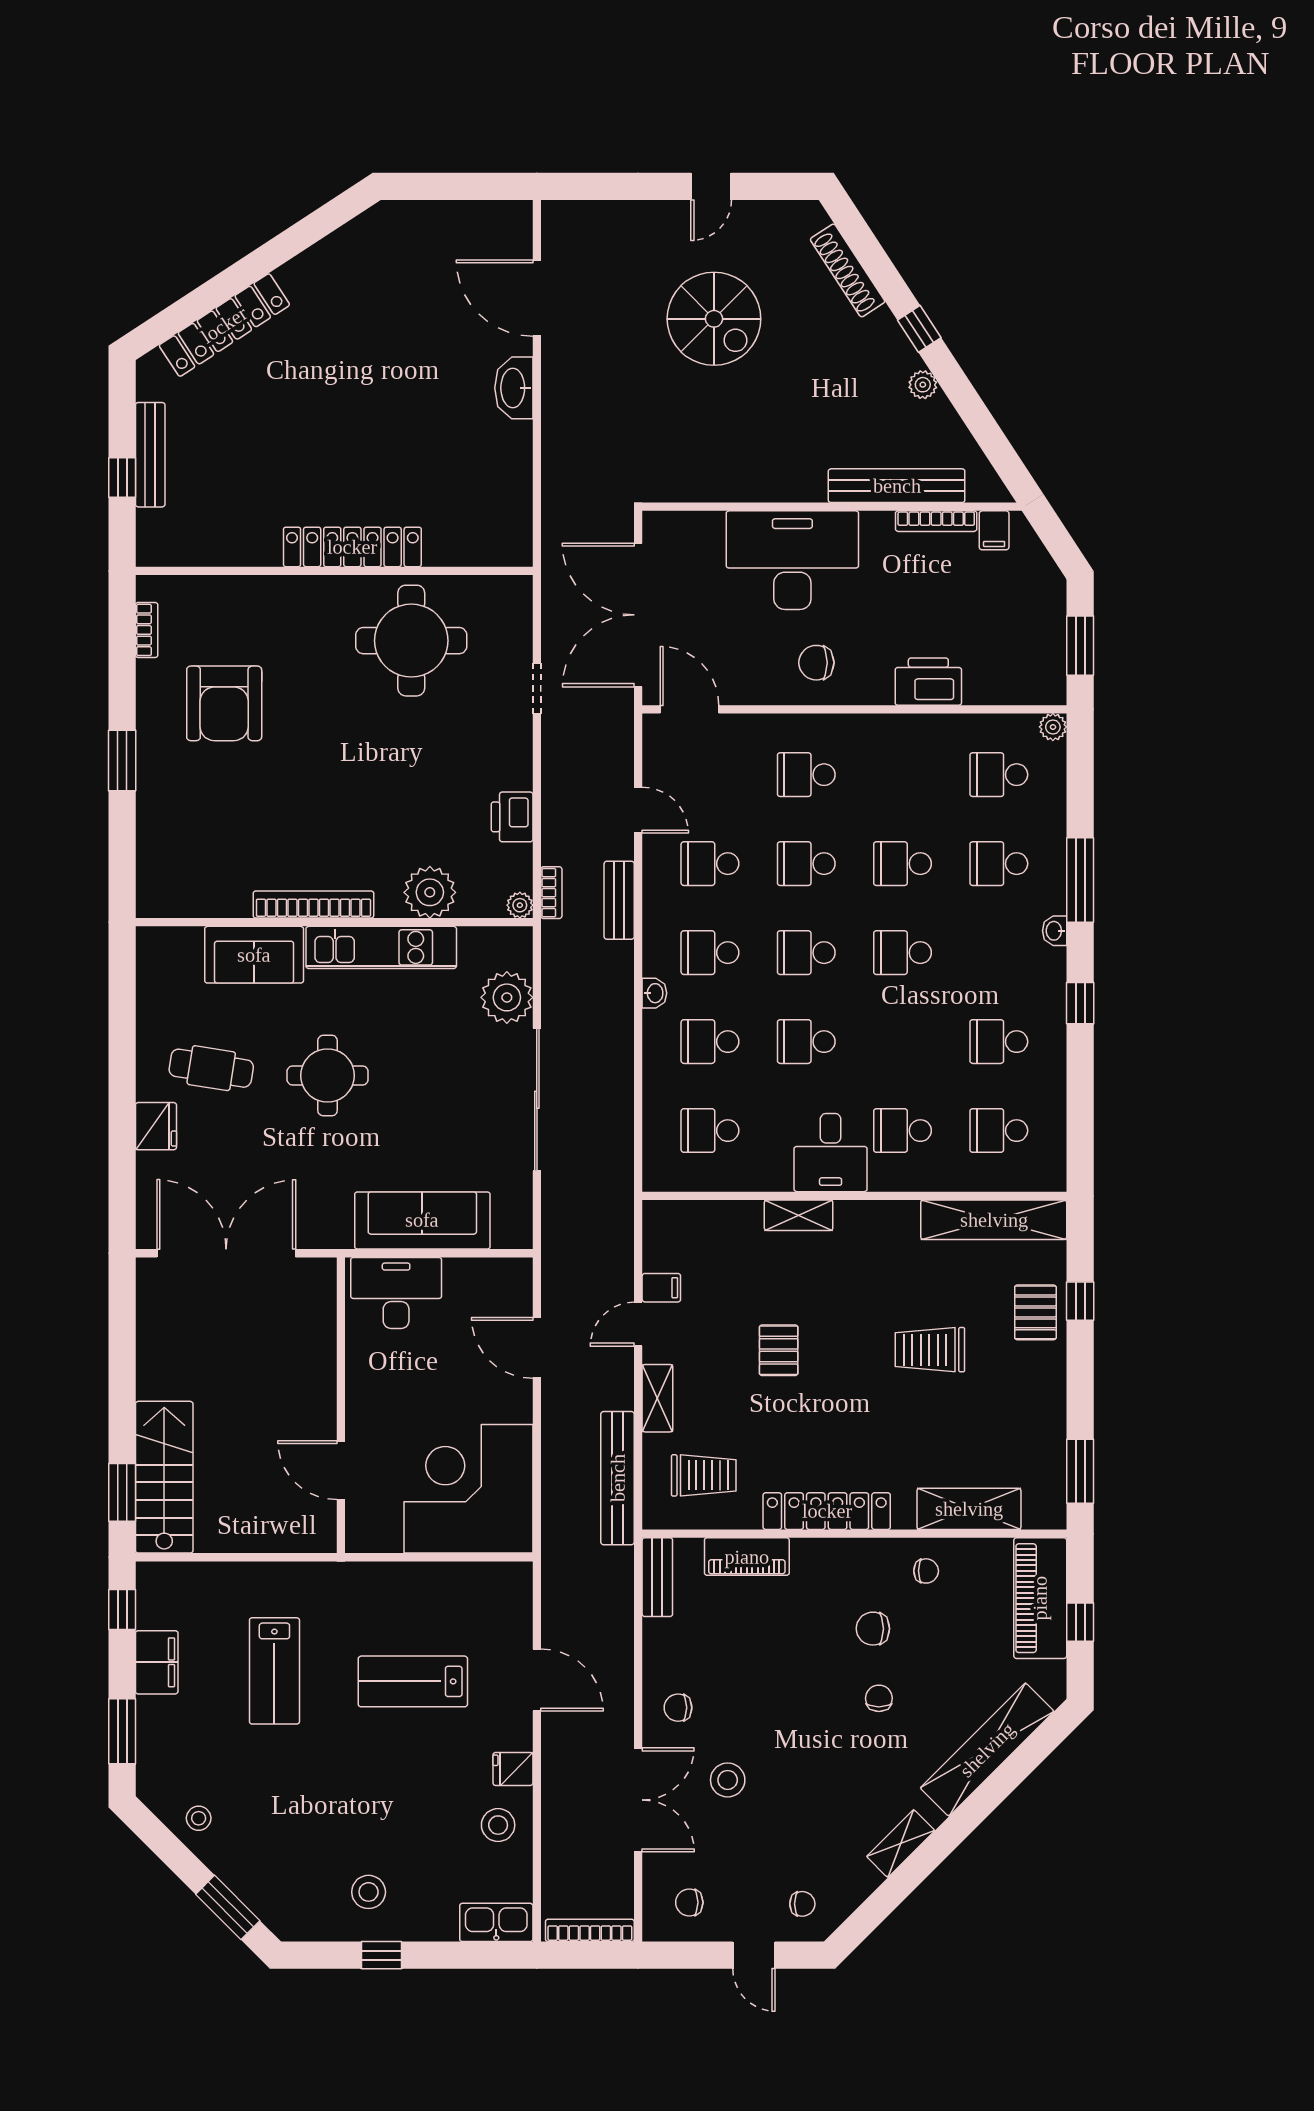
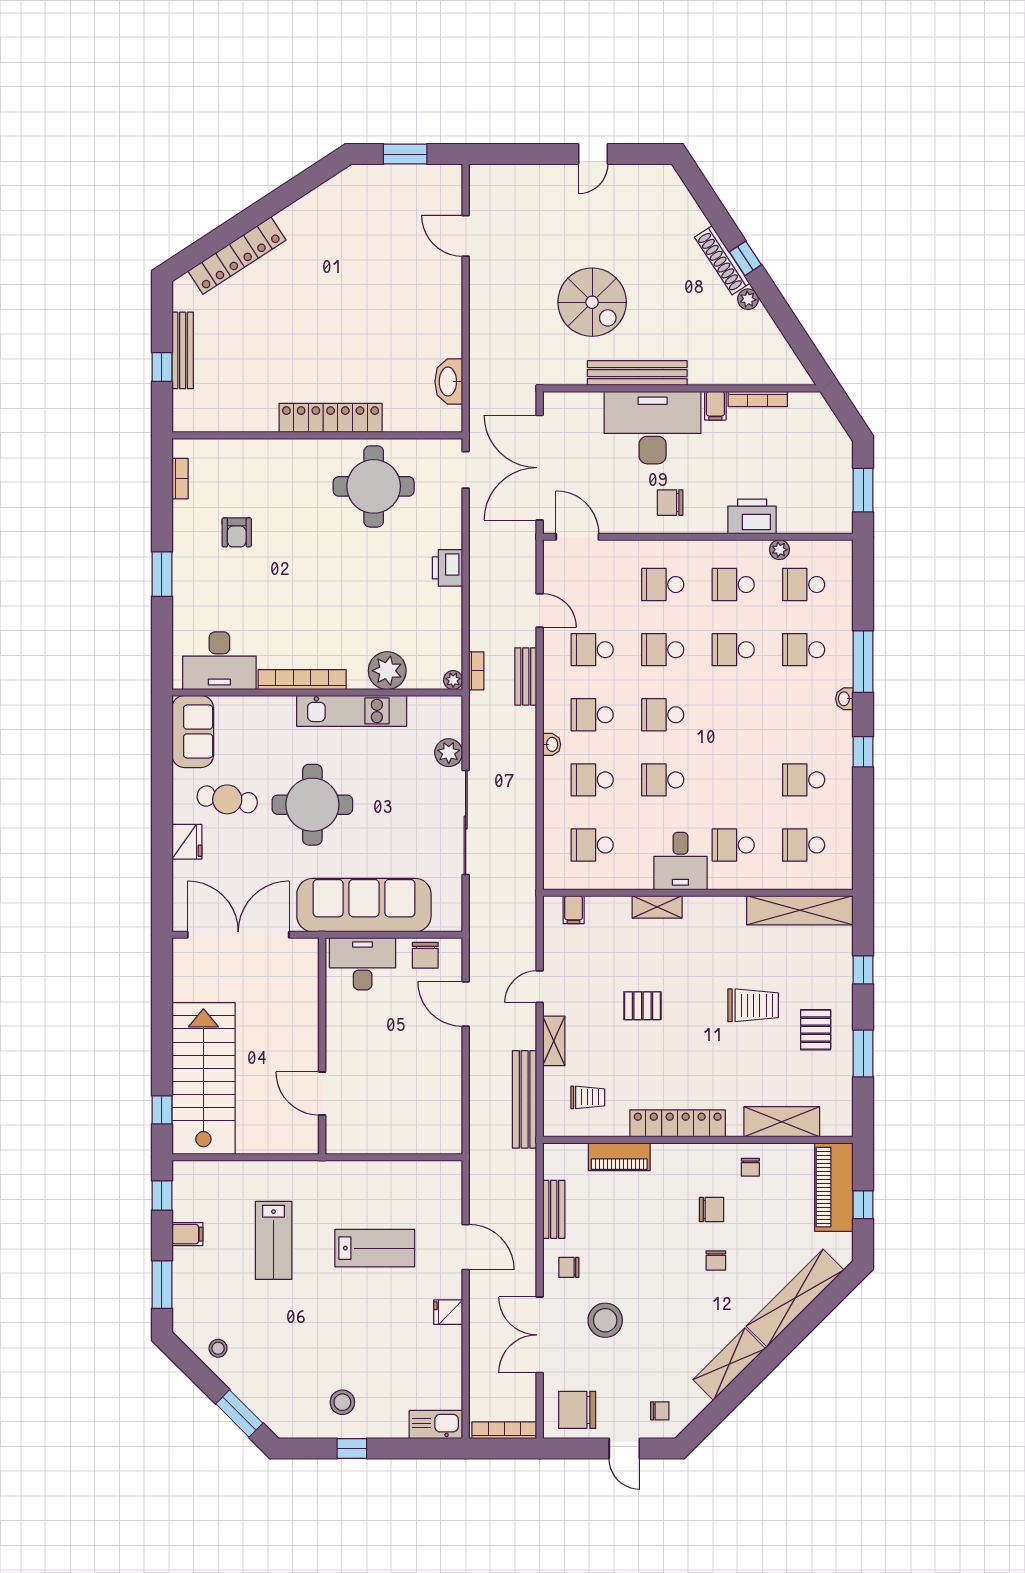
window: (454, 186) -> (405, 154), added
shoe rack: (848, 270) -> (722, 260), moved
door: (537, 298) -> (466, 236), width x0.73
spiral stairs: (714, 319) -> (592, 302), moved
washbasin: (514, 388) -> (449, 382), moved
bench: (897, 486) -> (637, 373), moved
filing cabinet: (994, 530) -> (715, 406), moved
doorway: (537, 689) -> (466, 470), moved
armchair: (224, 703) -> (237, 532), width x0.53, depth x0.53
plant: (1053, 727) -> (779, 550), moved
printer: (512, 817) -> (447, 568), moved
desk: (200, 879) -> (219, 661), added
school desk: (903, 953) -> (733, 585), moved
sofa: (254, 955) -> (193, 732), moved, turned -90
plant: (507, 997) -> (449, 753), width x0.73, depth x0.73
round table: (328, 1076) -> (312, 805), width x1.36, depth x1.36
sofa: (422, 1220) -> (364, 905), width x1.36, depth x1.27
chair: (482, 1281) -> (425, 955), added
filing cabinet: (661, 1288) -> (574, 910), moved, turned 90
pallet: (1035, 1312) -> (816, 1030), moved
pallet: (779, 1350) -> (642, 1006), turned 90
trolley: (930, 1350) -> (753, 1005), turned 180
window: (1080, 1471) -> (863, 1054), moved
trolley: (704, 1475) -> (588, 1097), width x0.73, depth x0.72
stairs: (164, 1477) -> (203, 1078), width x1.36, depth x1.51
corner desk: (468, 1489) -> (415, 1107), removed
window: (122, 1492) -> (162, 1110), width x0.67
chair: (926, 1571) -> (750, 1167), turned 90
bench: (657, 1577) -> (554, 1209), moved
chair: (873, 1629) -> (711, 1209), turned 180
filing cabinet: (157, 1662) -> (187, 1234), width x0.50
lab bench: (413, 1681) -> (375, 1248), turned 180
chair: (879, 1698) -> (716, 1260), turned 180
stool: (728, 1780) -> (605, 1320), width x1.38, depth x1.38
double door: (638, 1800) -> (540, 1335), swing flipped
stool: (498, 1825) -> (437, 1353), removed
shelving: (901, 1844) -> (729, 1364), width x1.50, depth x1.33
chair: (689, 1902) -> (577, 1410), width x1.87, depth x1.87

